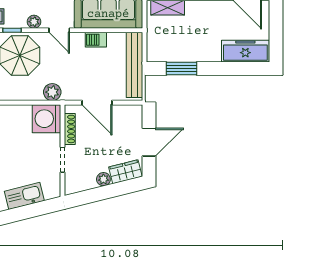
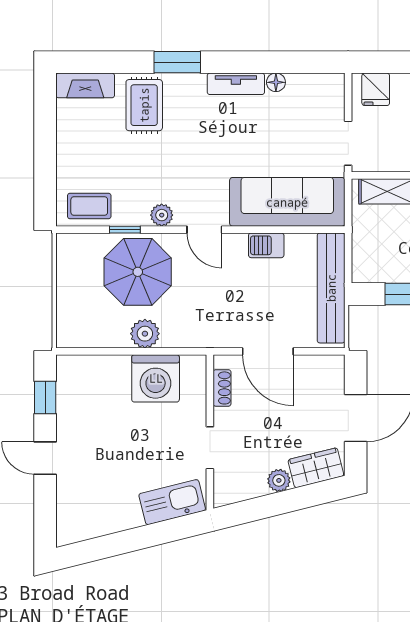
plant: (52, 92) -> (145, 334), moved
washing machine: (47, 119) -> (156, 378), moved, turned -90
shoe rack: (70, 129) -> (222, 388), width x0.70
kitchen sink: (24, 196) -> (172, 502), moved

